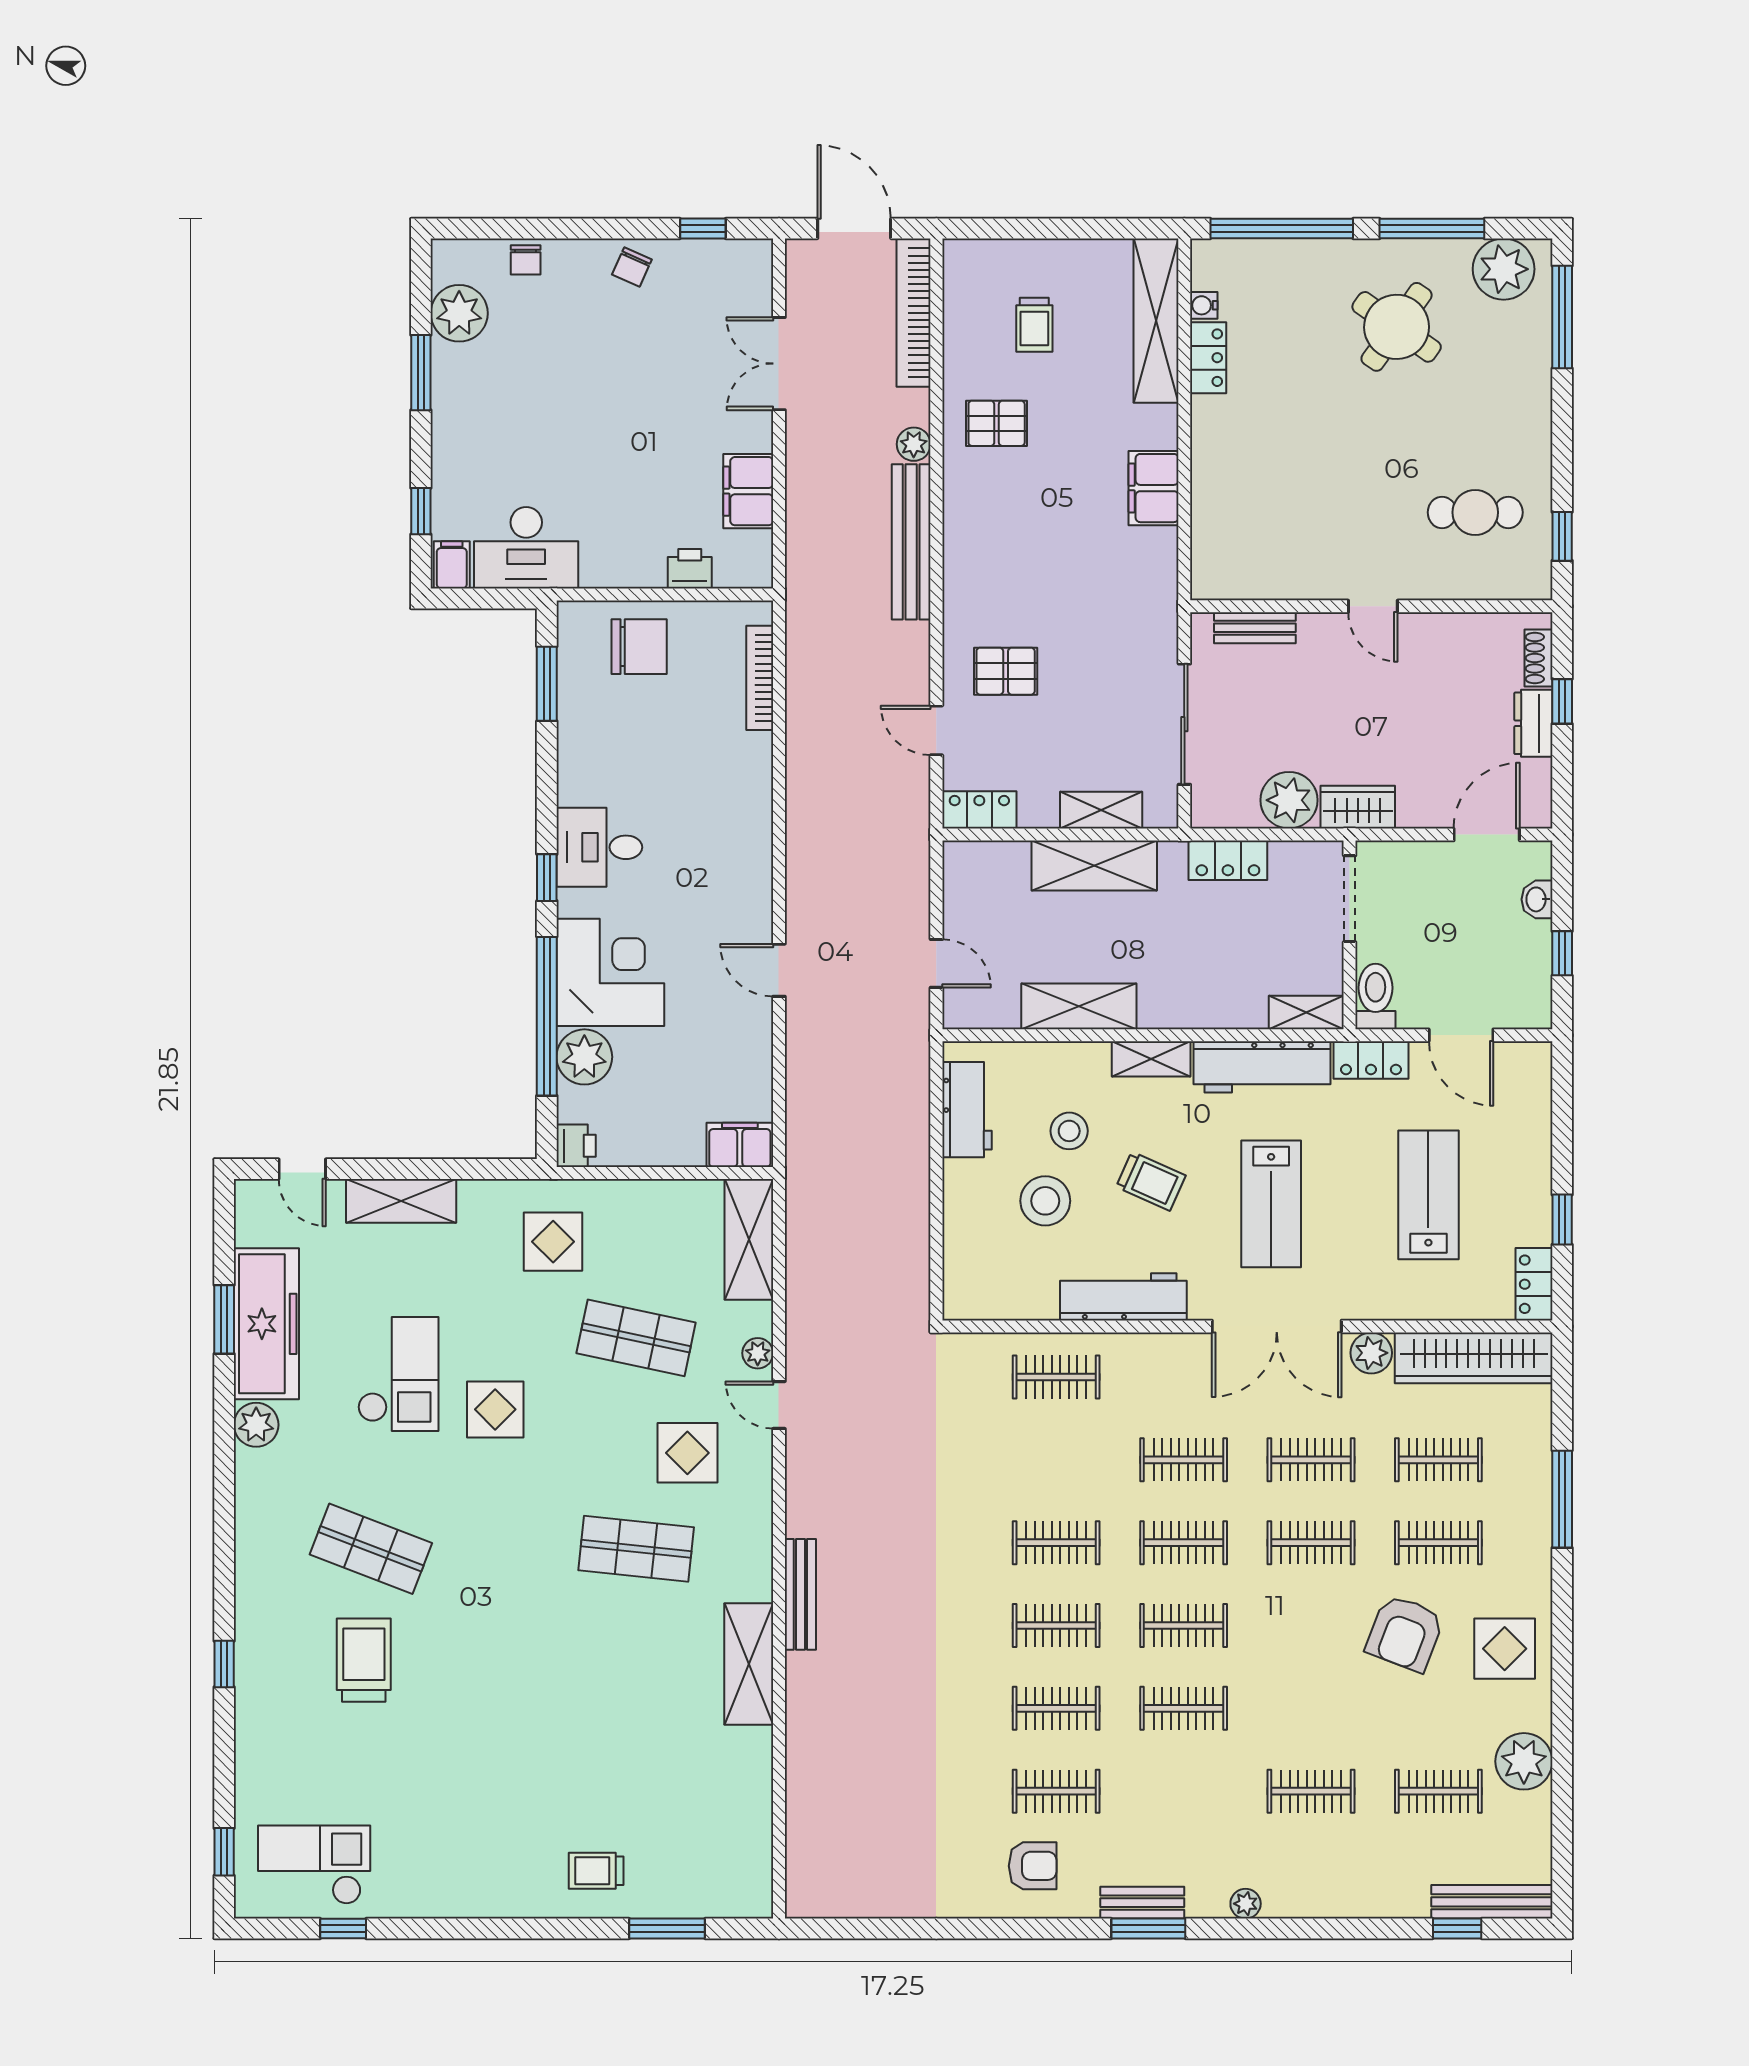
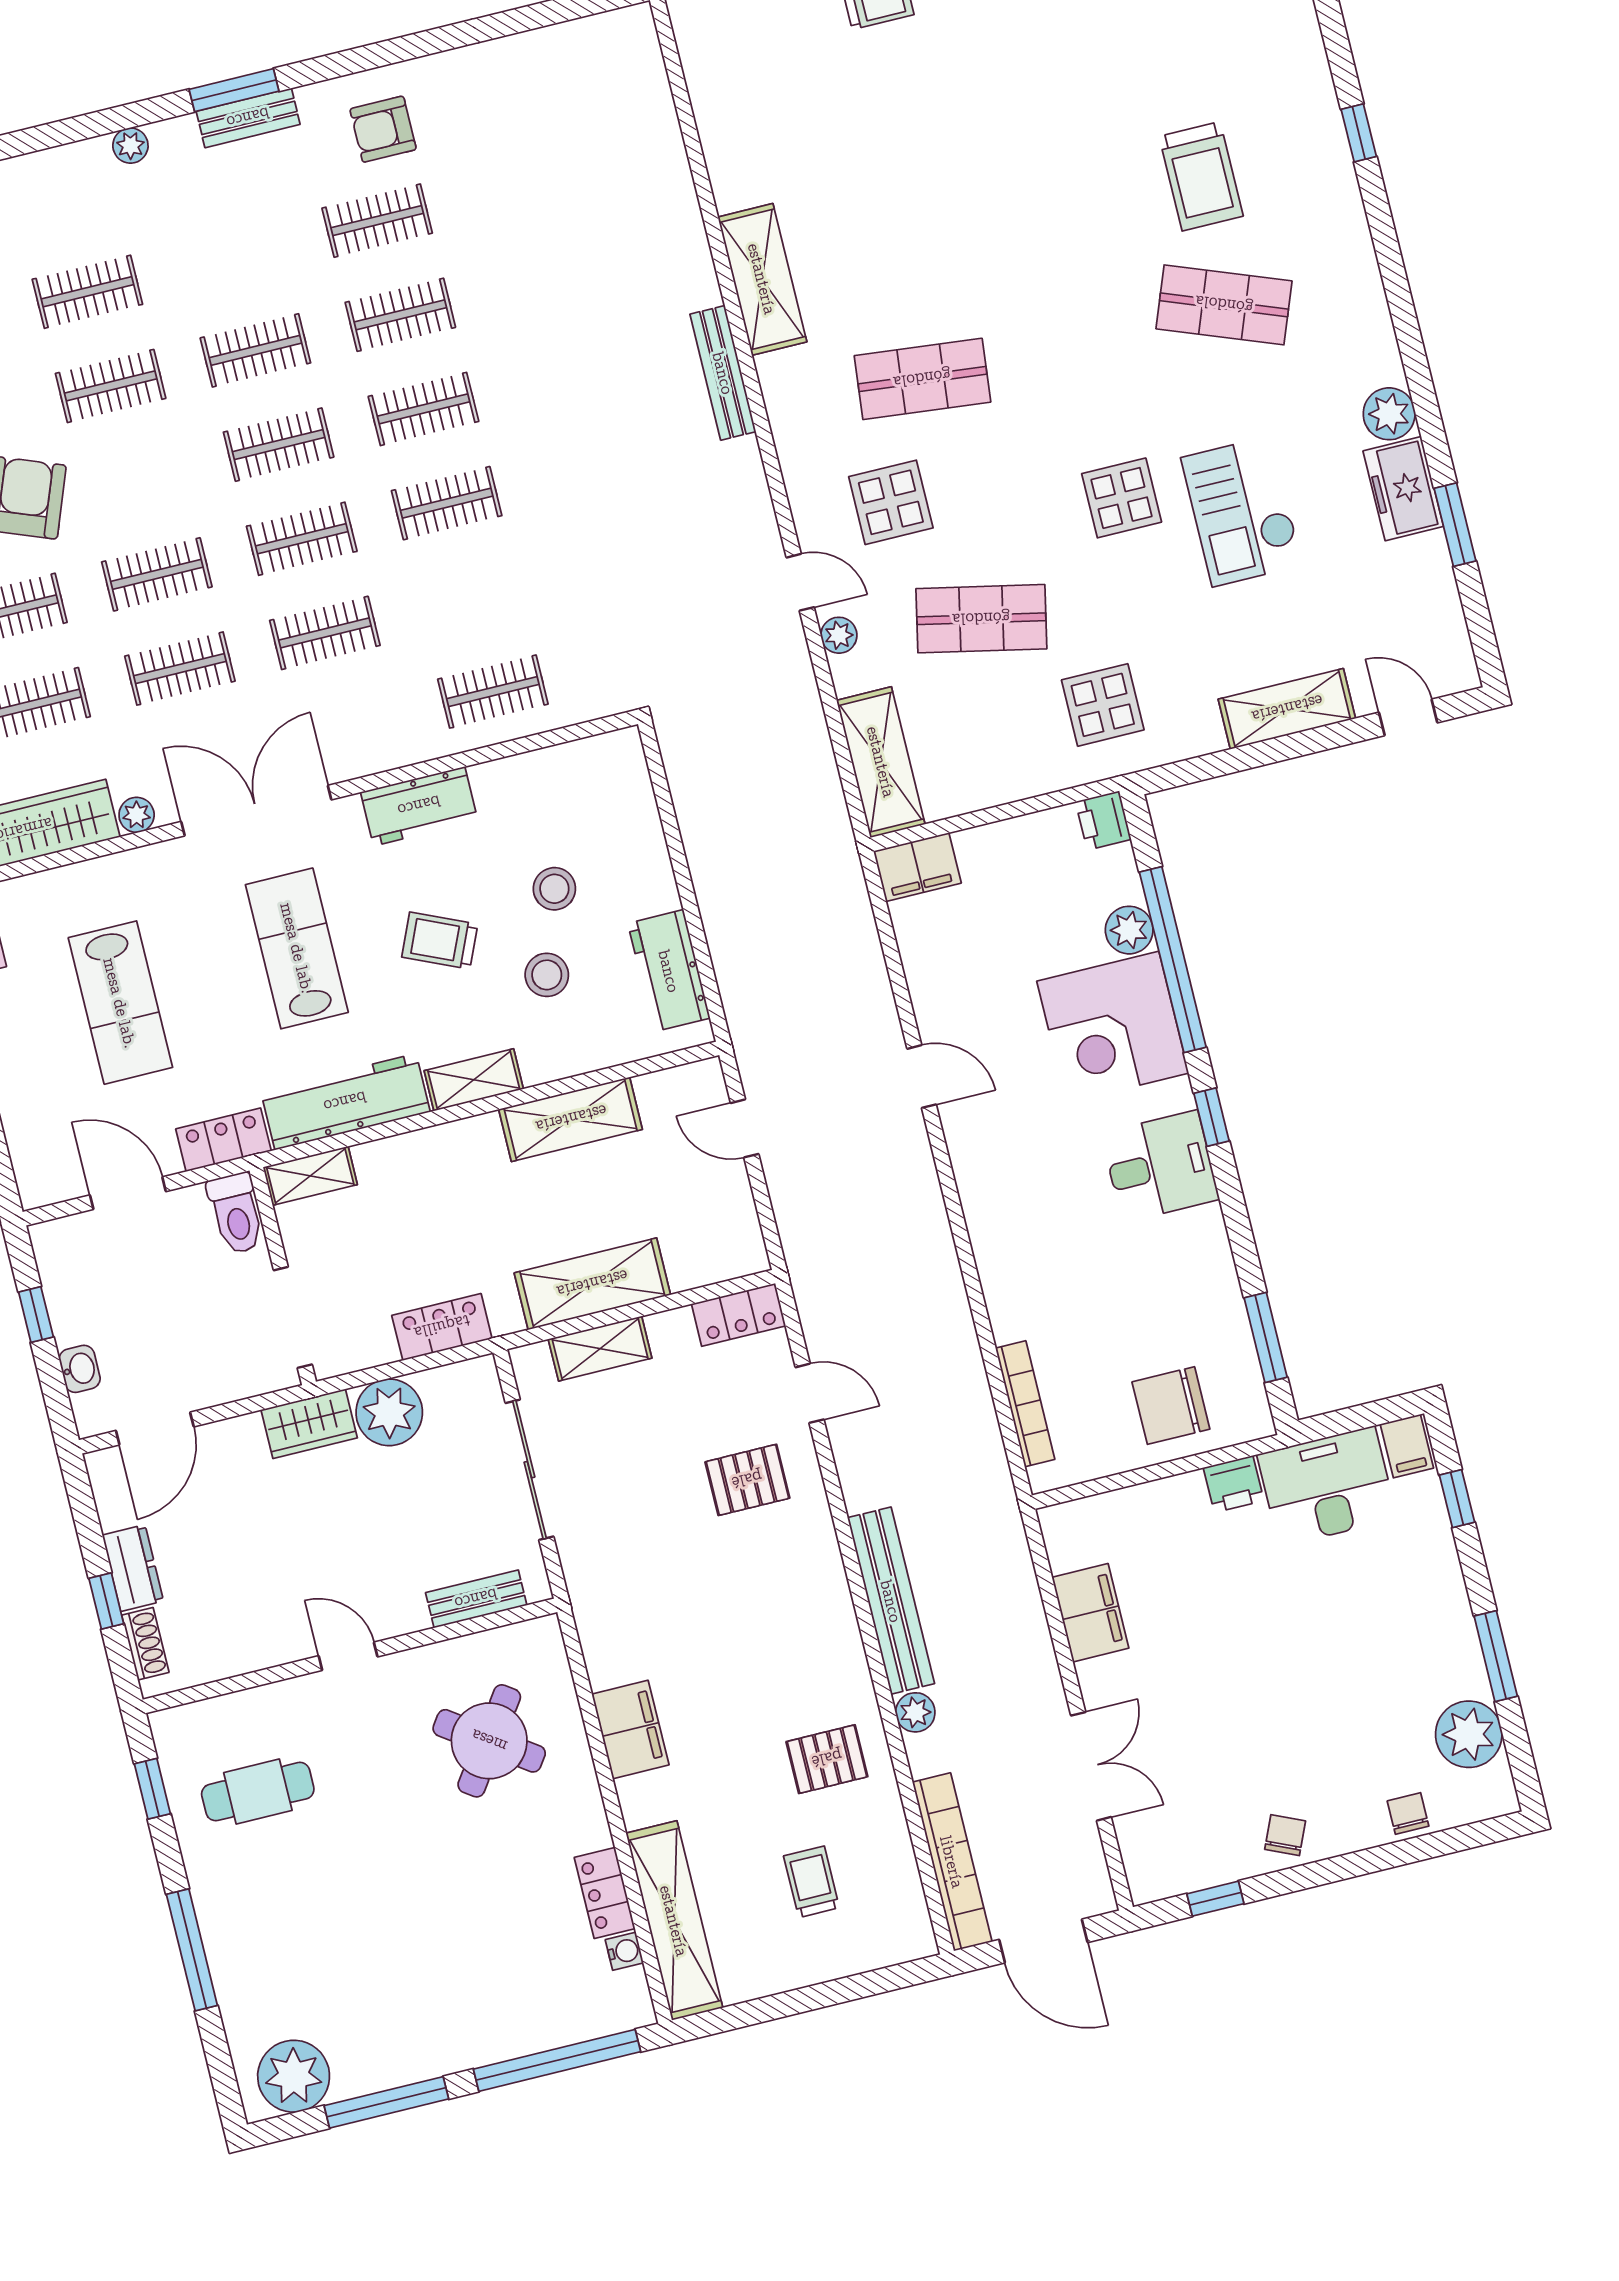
window: (1562, 317) -> (192, 1950), moved
round table: (1397, 327) -> (489, 1741), moved
printer: (690, 569) -> (1234, 1484), moved
plant: (584, 1057) -> (1129, 930), width x0.73, depth x0.73
stool: (1045, 1201) -> (554, 889), width x0.73, depth x0.73
workbench: (1123, 1297) -> (419, 806), width x0.73
freezer: (266, 1324) -> (1403, 489), width x0.52, depth x0.79
plant: (1371, 1353) -> (137, 815), width x0.73, depth x0.73
clothes rail: (1311, 1708) -> (111, 386), added

